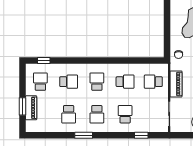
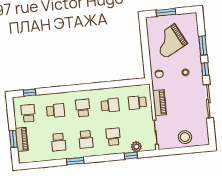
plant: (148, 127) -> (136, 147), added

